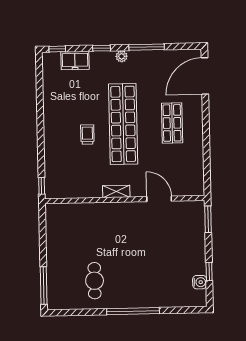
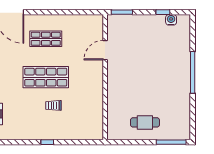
shop shelf: (123, 124) -> (46, 77), width x0.71
window: (42, 186) -> (47, 142), moved
shelving: (116, 192) -> (99, 84), removed
cafe table: (95, 281) -> (145, 122), moved

